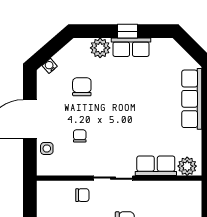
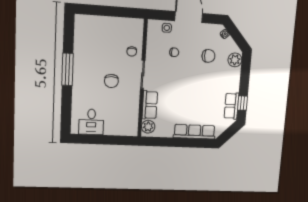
window: (128, 31) -> (242, 103), moved
row of seats: (131, 47) -> (231, 106), moved
plant: (100, 48) -> (235, 60), moved

